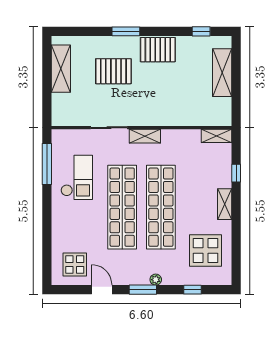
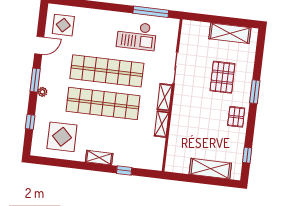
pallet: (158, 50) -> (236, 117), width x0.67, depth x0.71
shelving: (217, 136) -> (162, 124), moved

